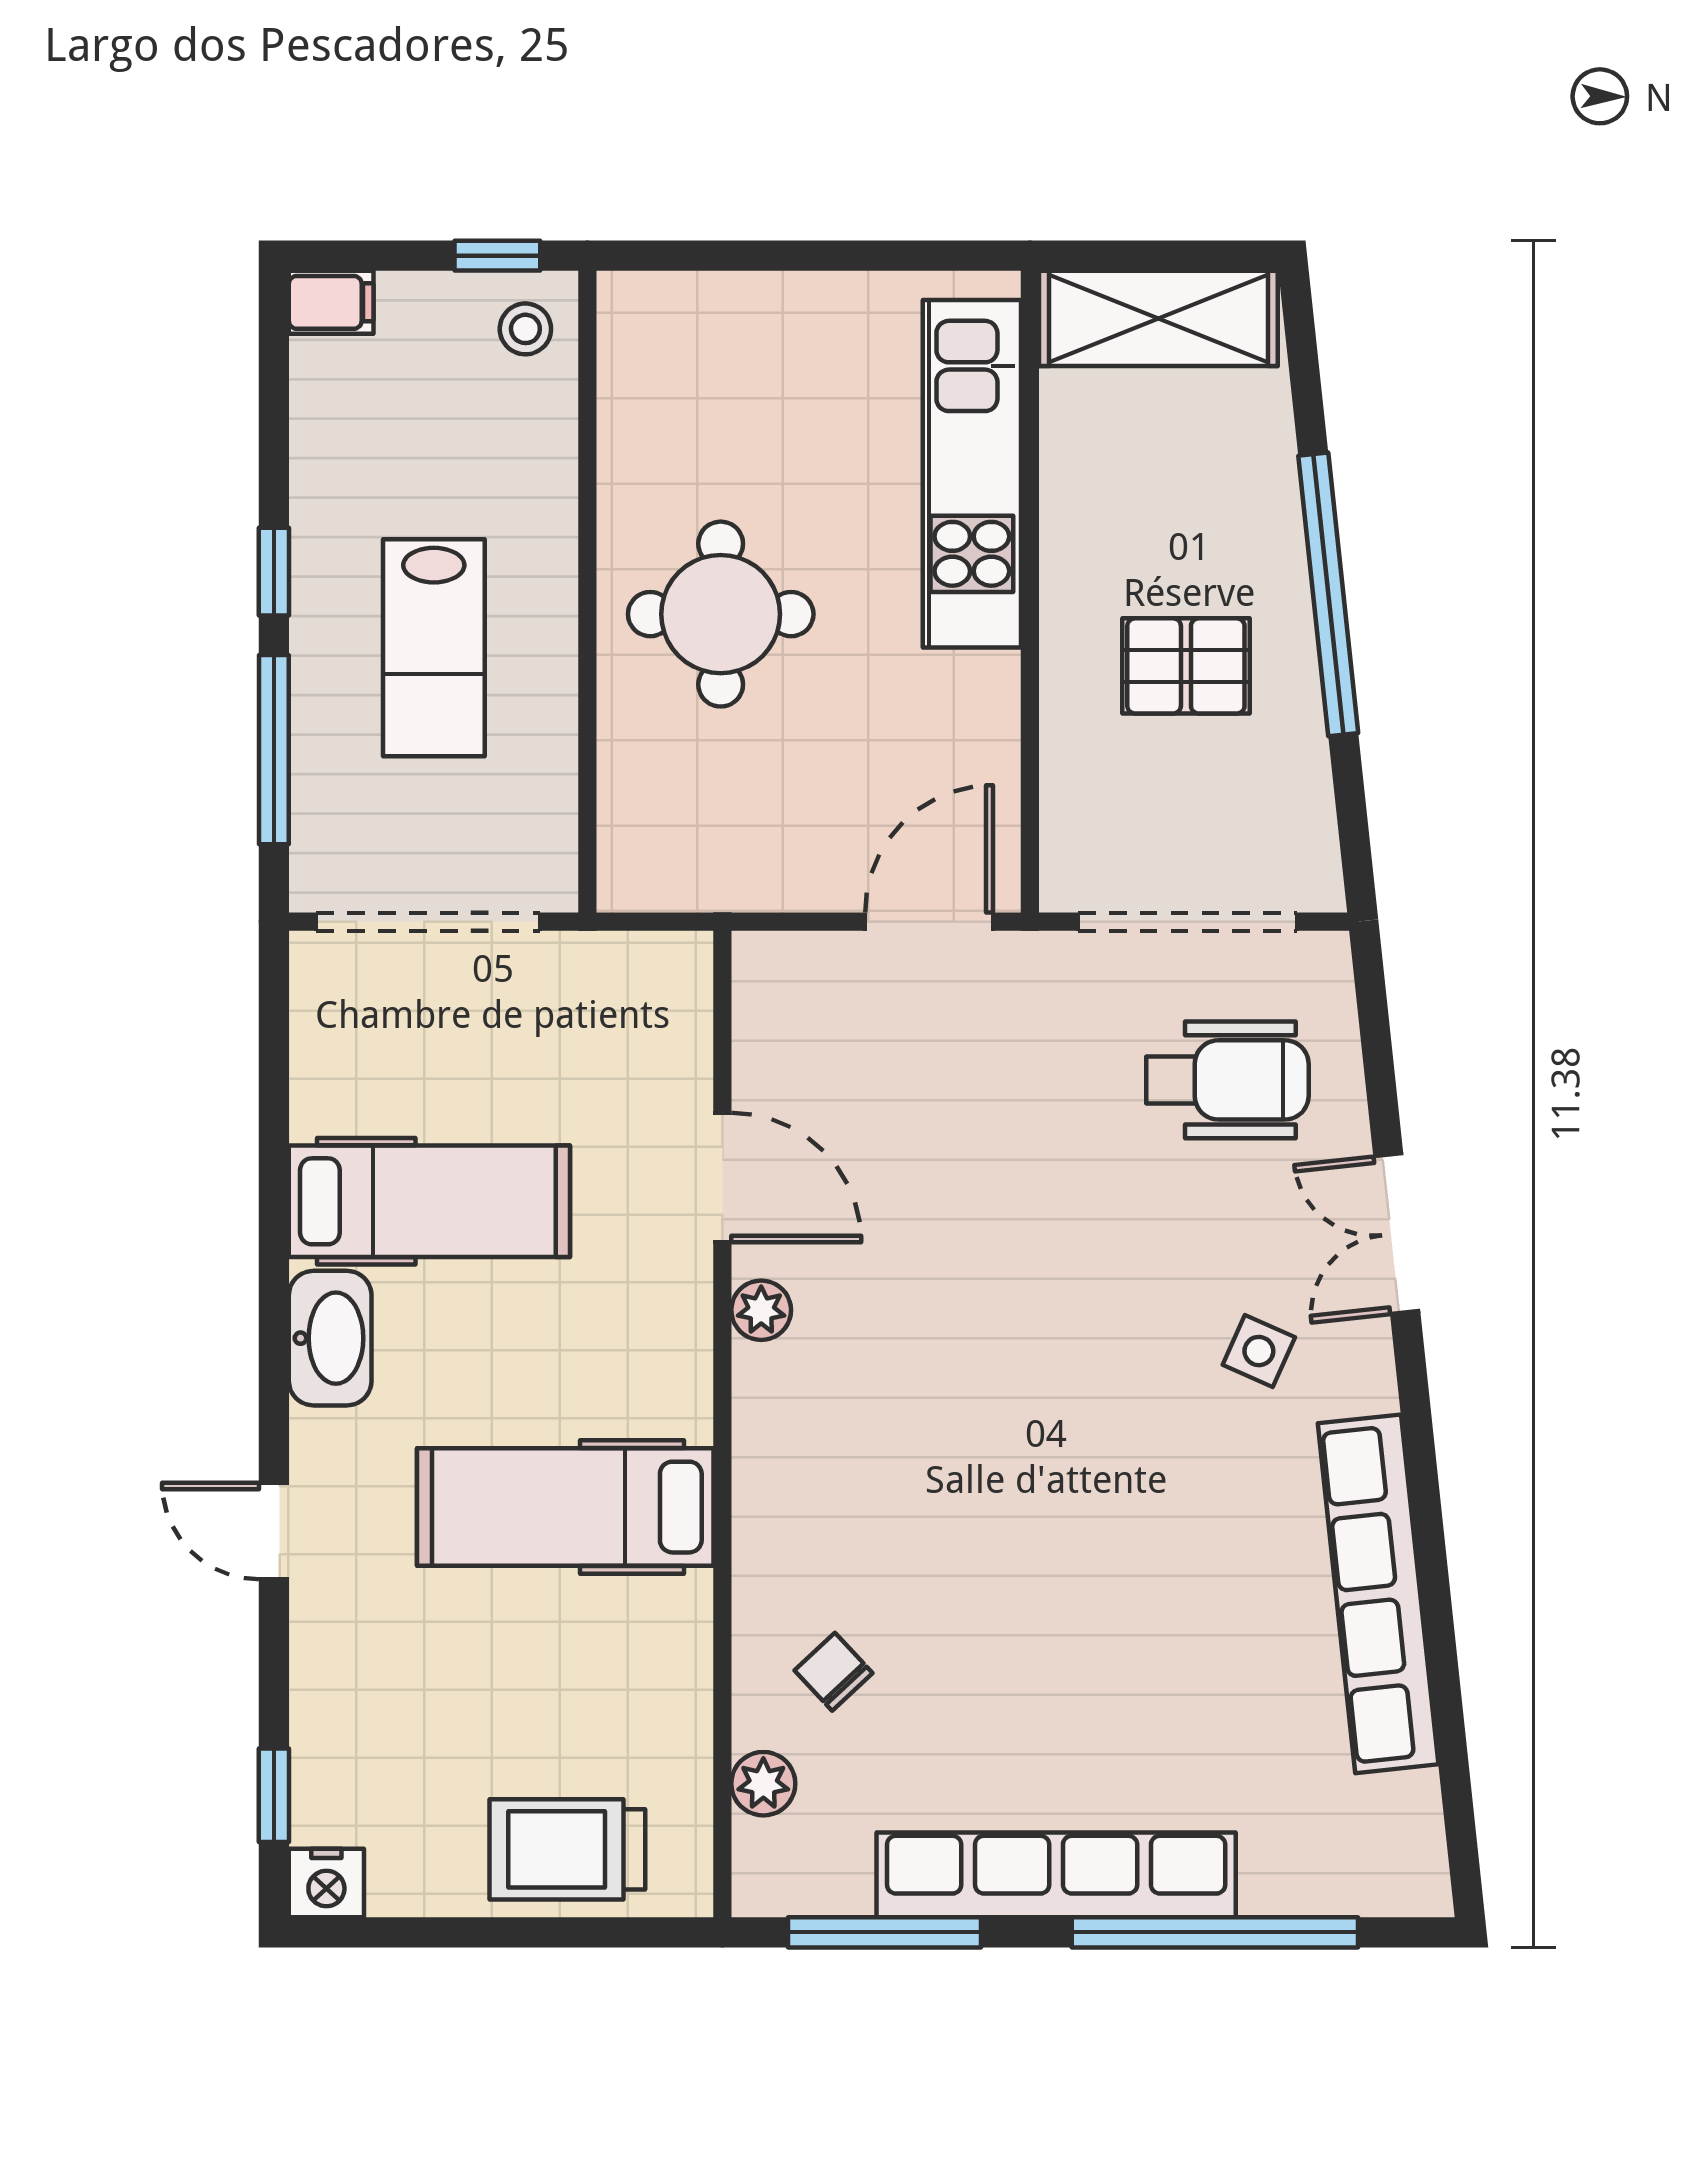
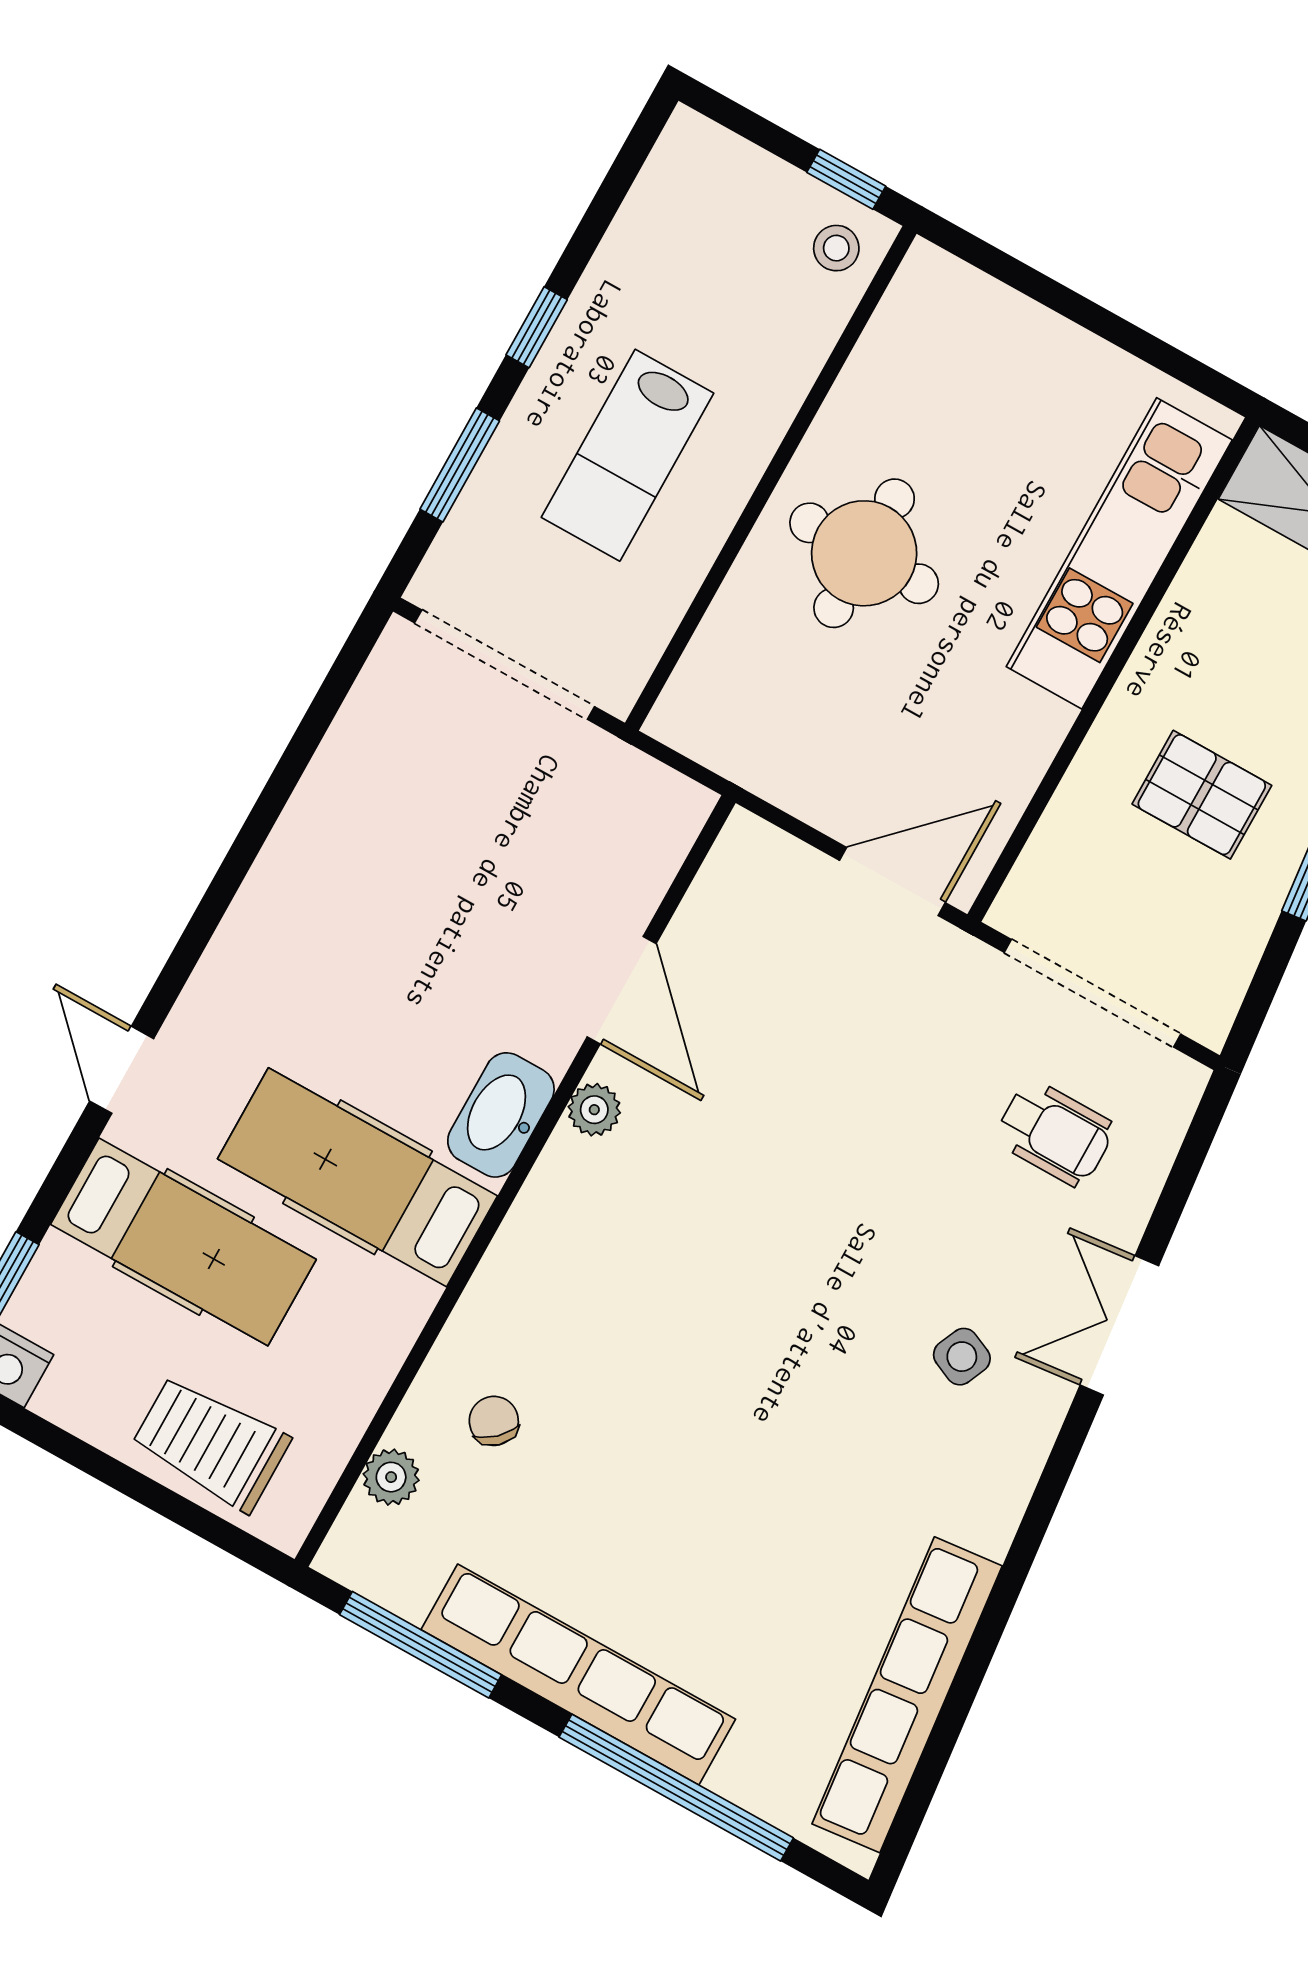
filing cabinet: (331, 302) -> (697, 143), removed
window: (274, 750) -> (460, 465), width x0.69
wheelchair: (1227, 1080) -> (1055, 1133), width x0.73, depth x0.73
hospital bed: (429, 1201) -> (183, 1242), moved
washbasin: (330, 1338) -> (501, 1115), moved, turned 180
row of seats: (1378, 1594) -> (907, 1695), moved

